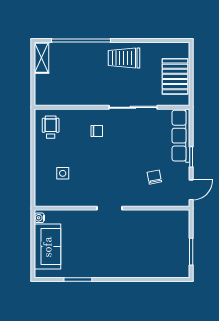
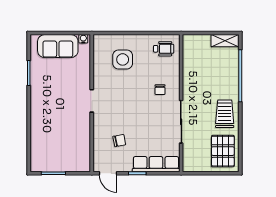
pallet: (175, 76) -> (223, 151), moved, turned 90
side table: (63, 173) -> (123, 59), width x1.87, depth x1.87

